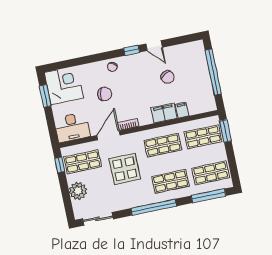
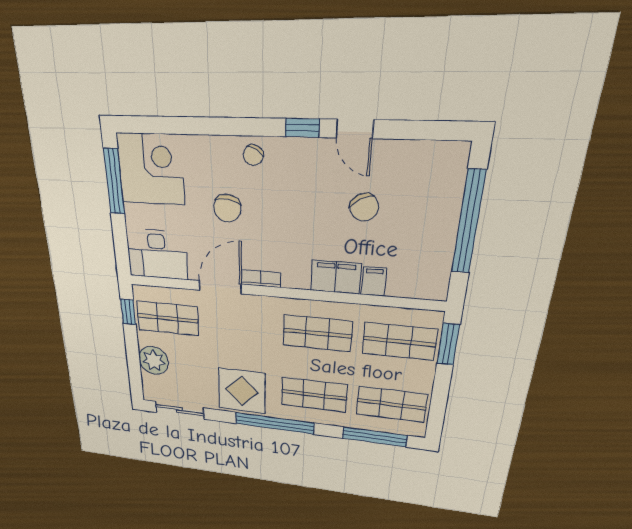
chair: (105, 94) -> (227, 208), turned 91
window: (45, 96) -> (114, 182), width x1.44
display table: (125, 169) -> (242, 391), moved

